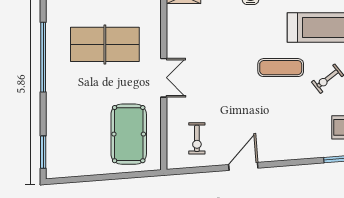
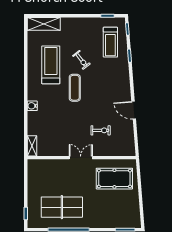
table tennis table: (105, 44) -> (62, 207), moved, turned 90
exercise bike: (197, 138) -> (101, 130), moved

